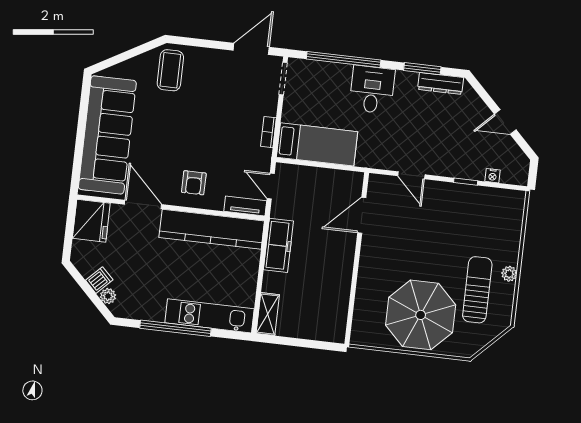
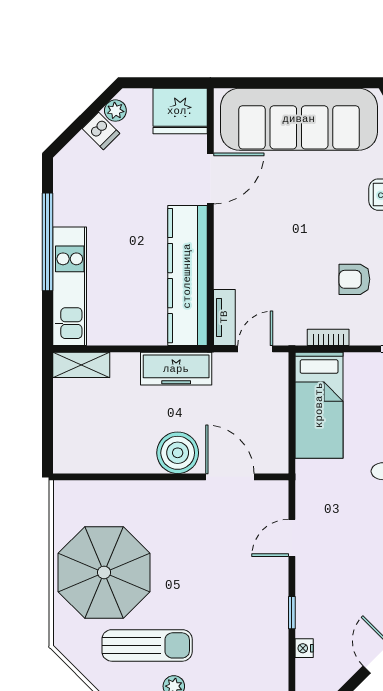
armchair: (194, 183) -> (354, 279), moved
boiler: (340, 251) -> (178, 453), added
plant: (108, 296) -> (115, 111), moved

